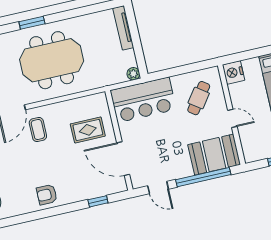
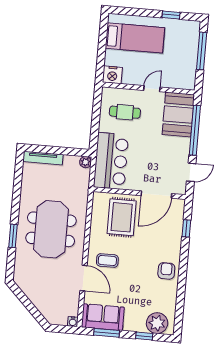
cafe table: (199, 98) -> (125, 112), turned -36
rug: (88, 130) -> (122, 217), width x1.36, depth x1.43
armchair: (47, 195) -> (166, 271), turned 180

